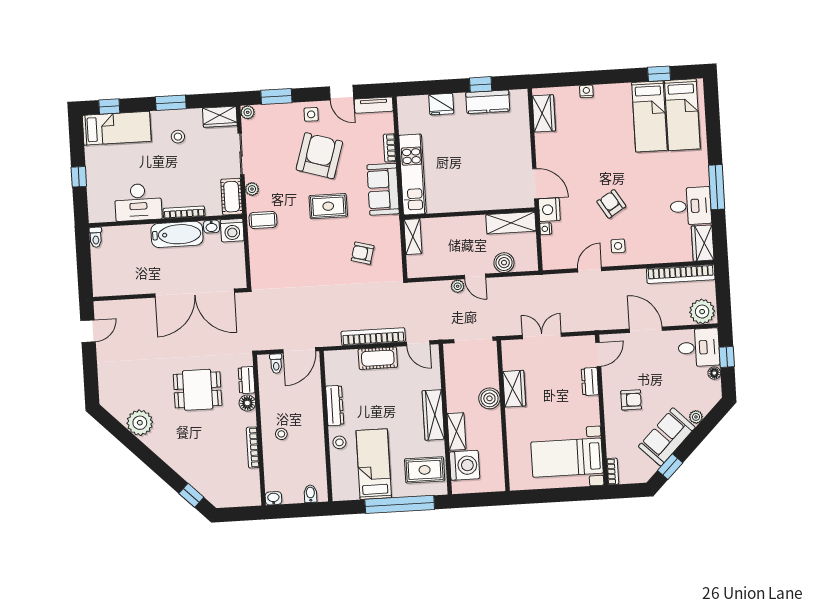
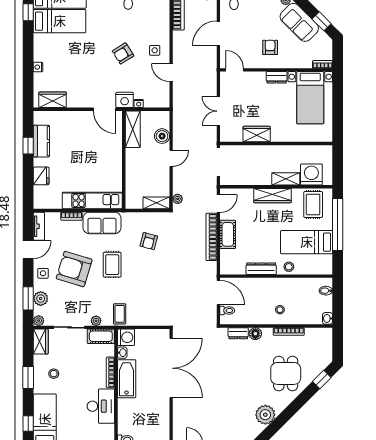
plant: (277, 113) -> (41, 299), added
door: (535, 184) -> (105, 109), swing flipped
shelving: (413, 237) -> (156, 203), moved
plant: (458, 286) -> (178, 199), moved
dresser: (590, 382) -> (277, 77), moved
dining table: (198, 390) -> (286, 373), moved
boiler: (489, 398) -> (263, 153), removed

